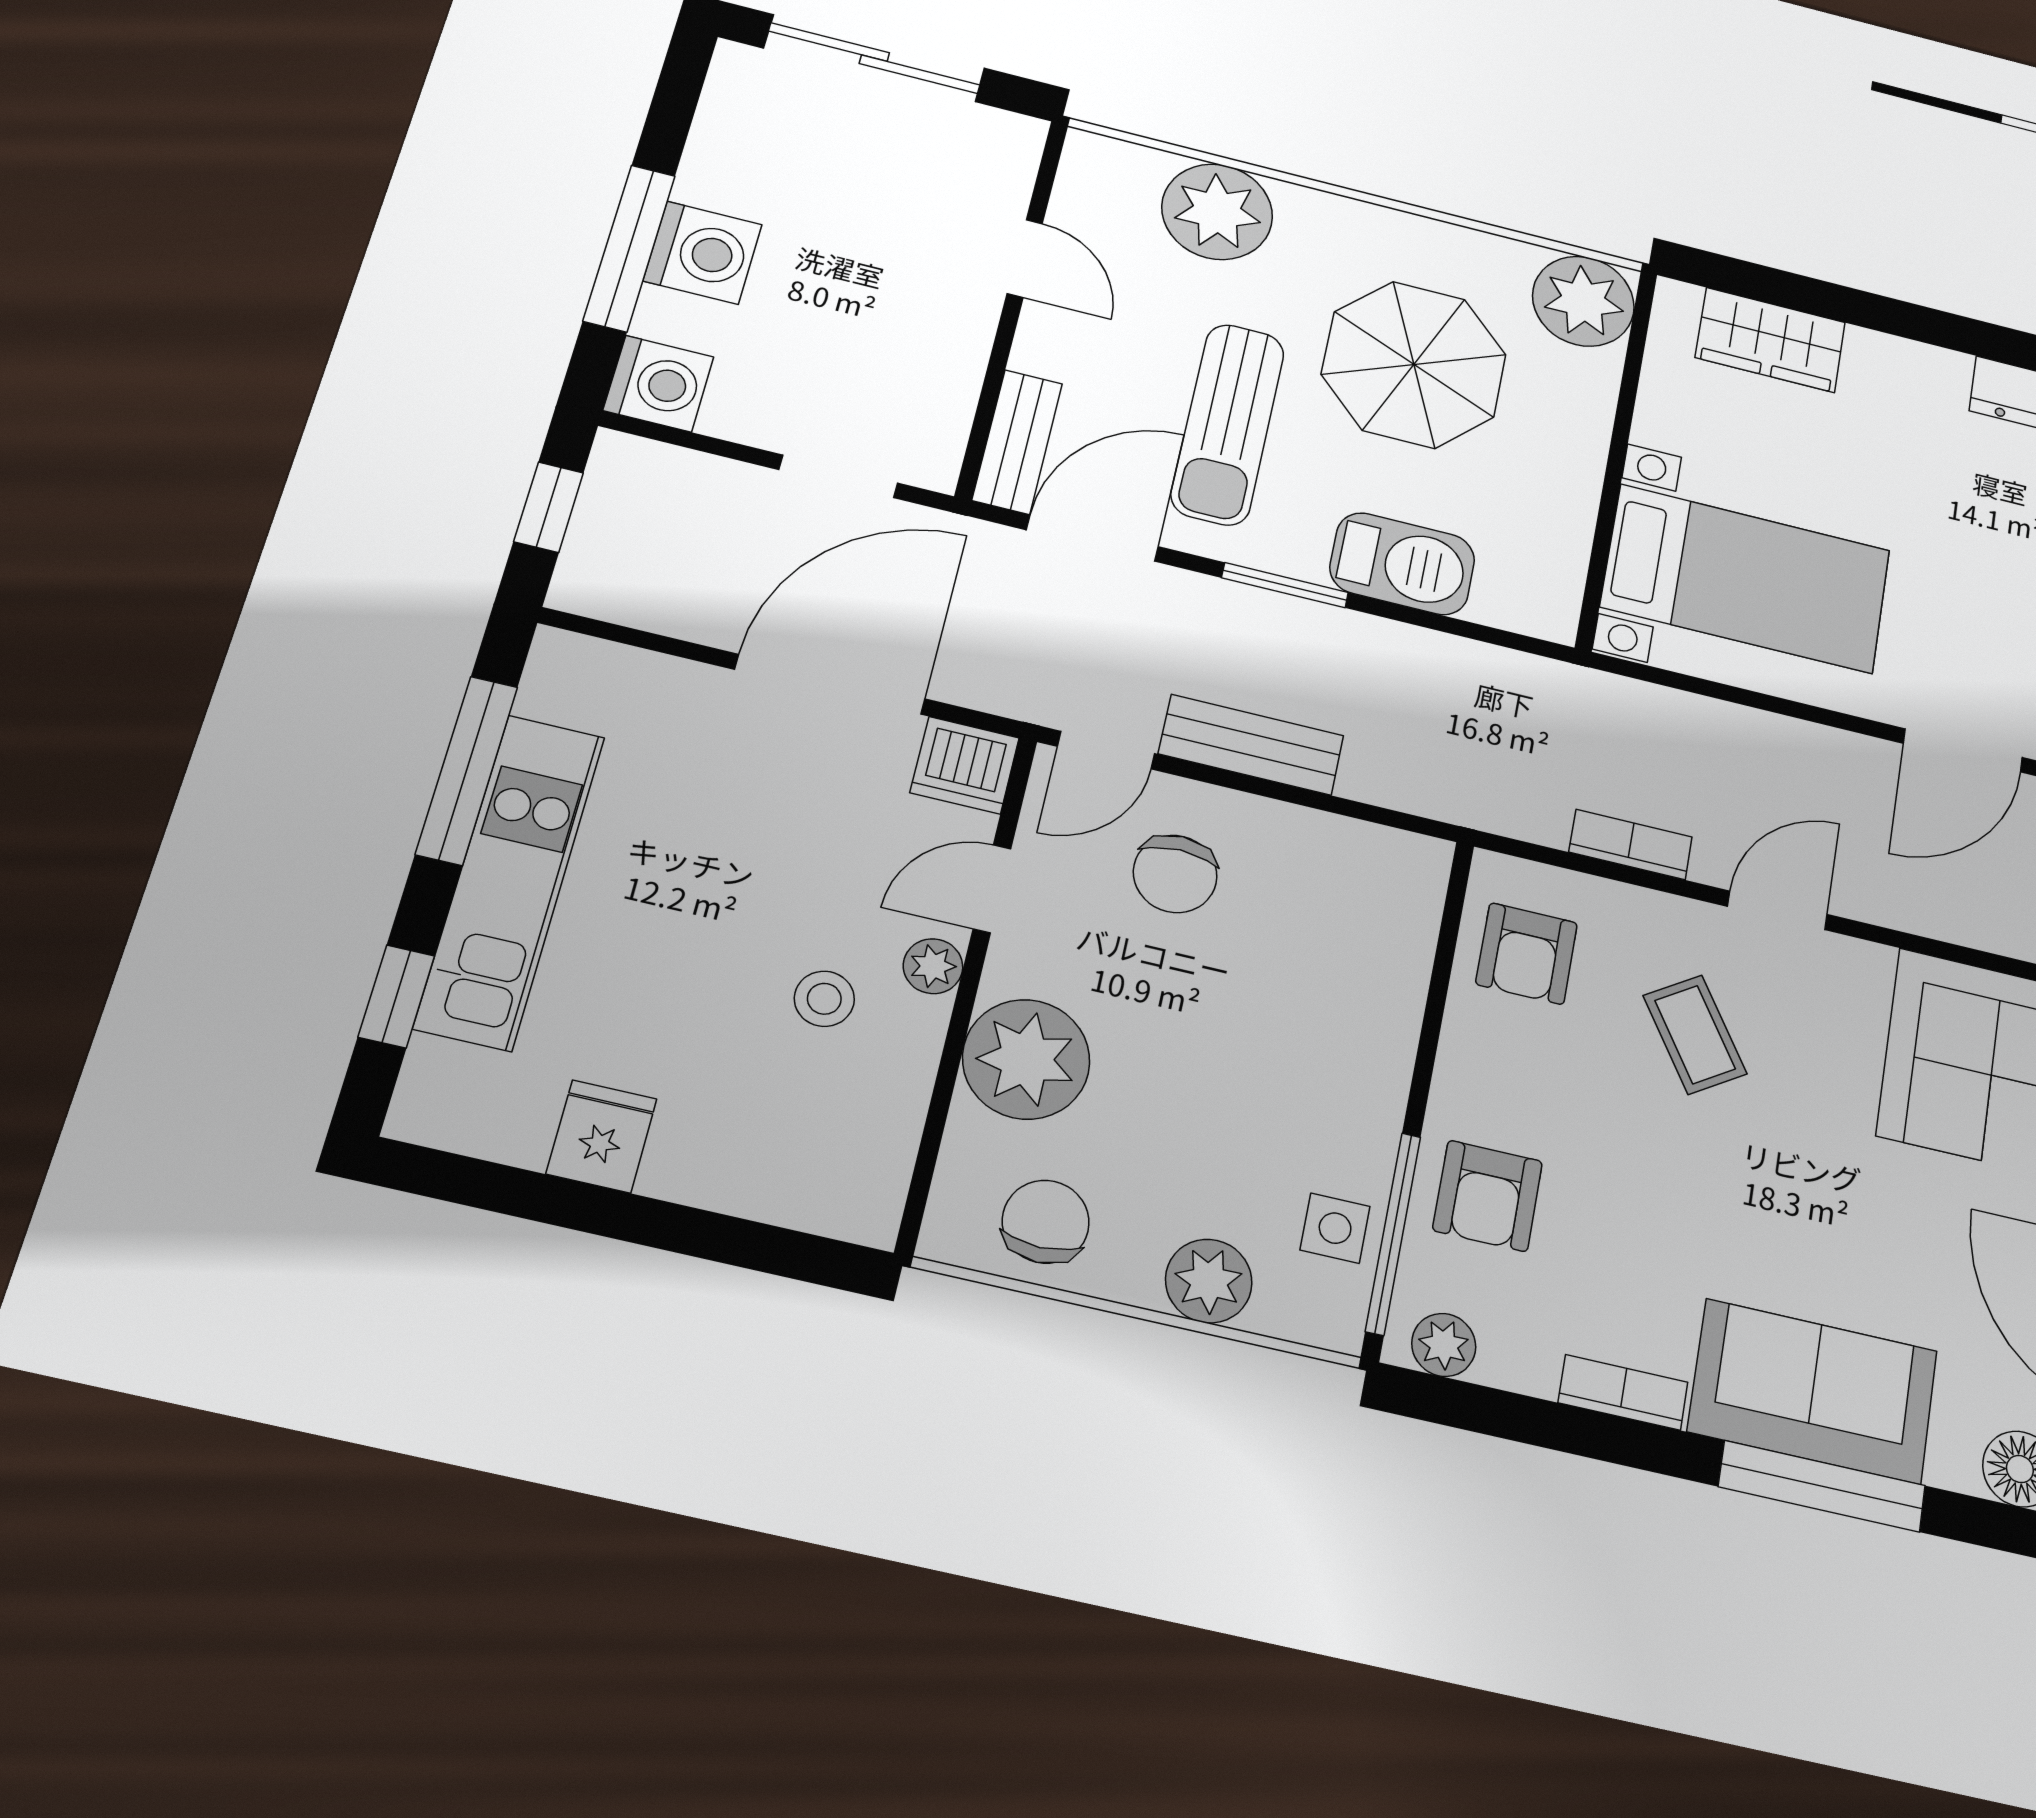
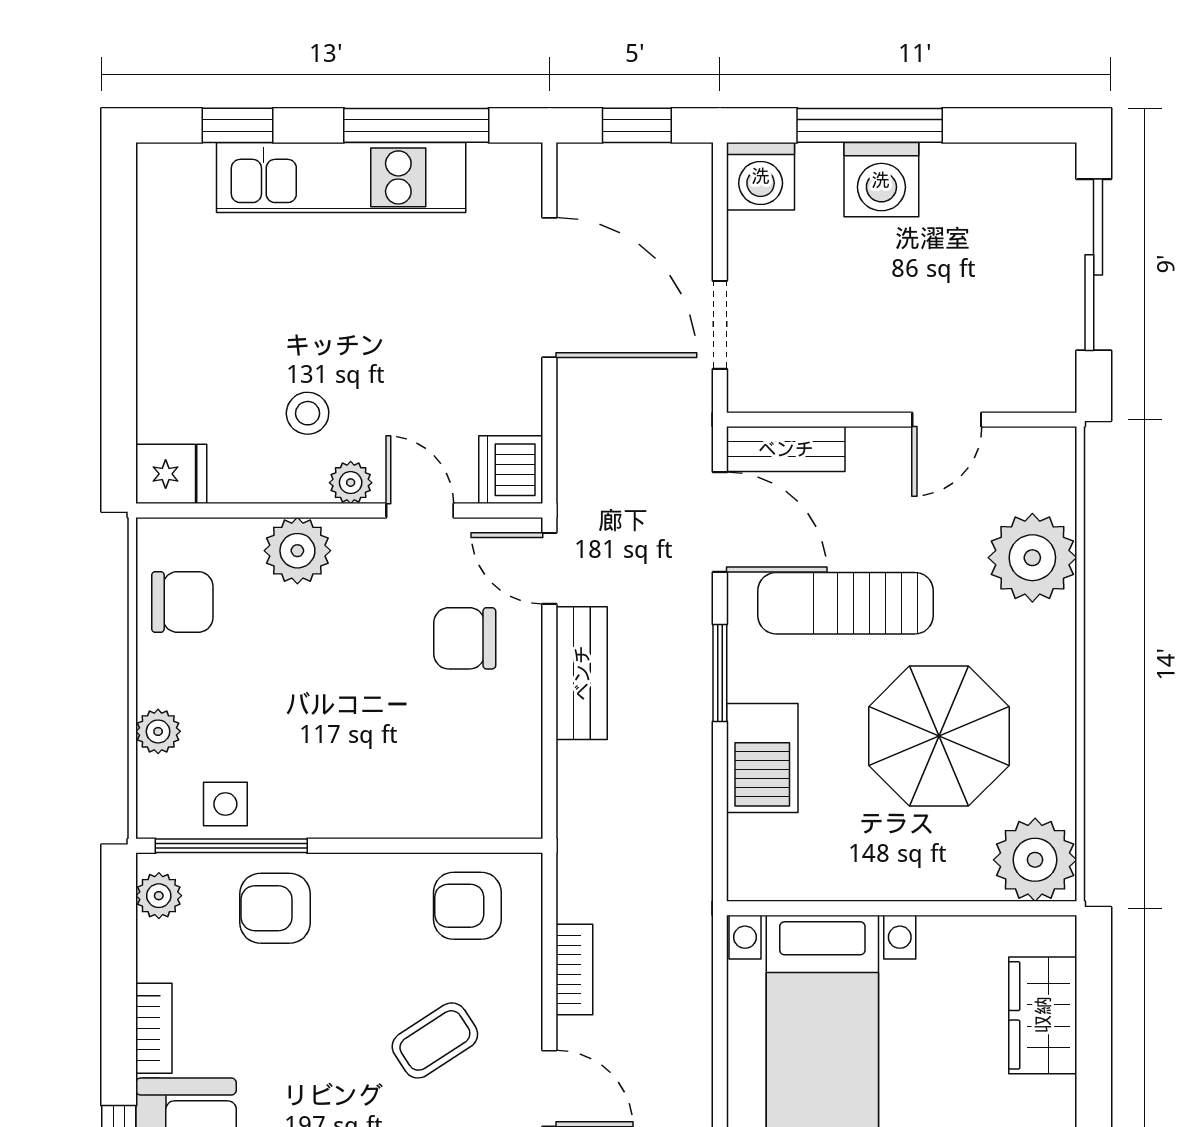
door: (830, 684) -> (549, 287), moved
plant: (1026, 1059) -> (297, 551), width x0.73, depth x0.73
fridge: (602, 1136) -> (171, 474), moved
plant: (1209, 1281) -> (158, 731), width x0.73, depth x0.73

